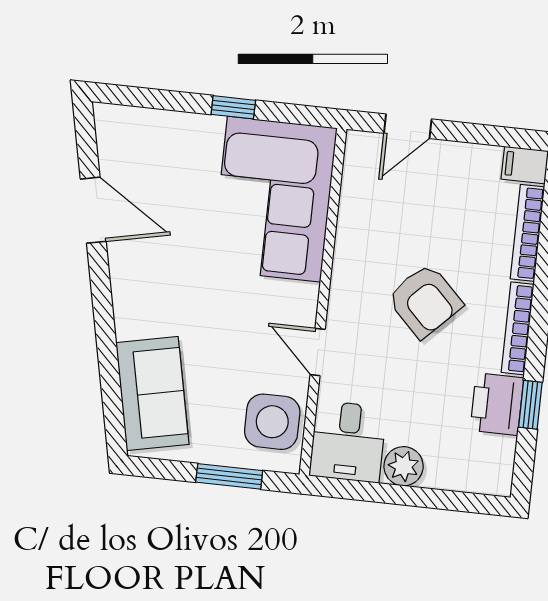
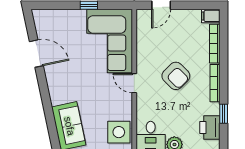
door: (318, 352) -> (134, 83), moved
printer: (497, 404) -> (210, 128), moved

